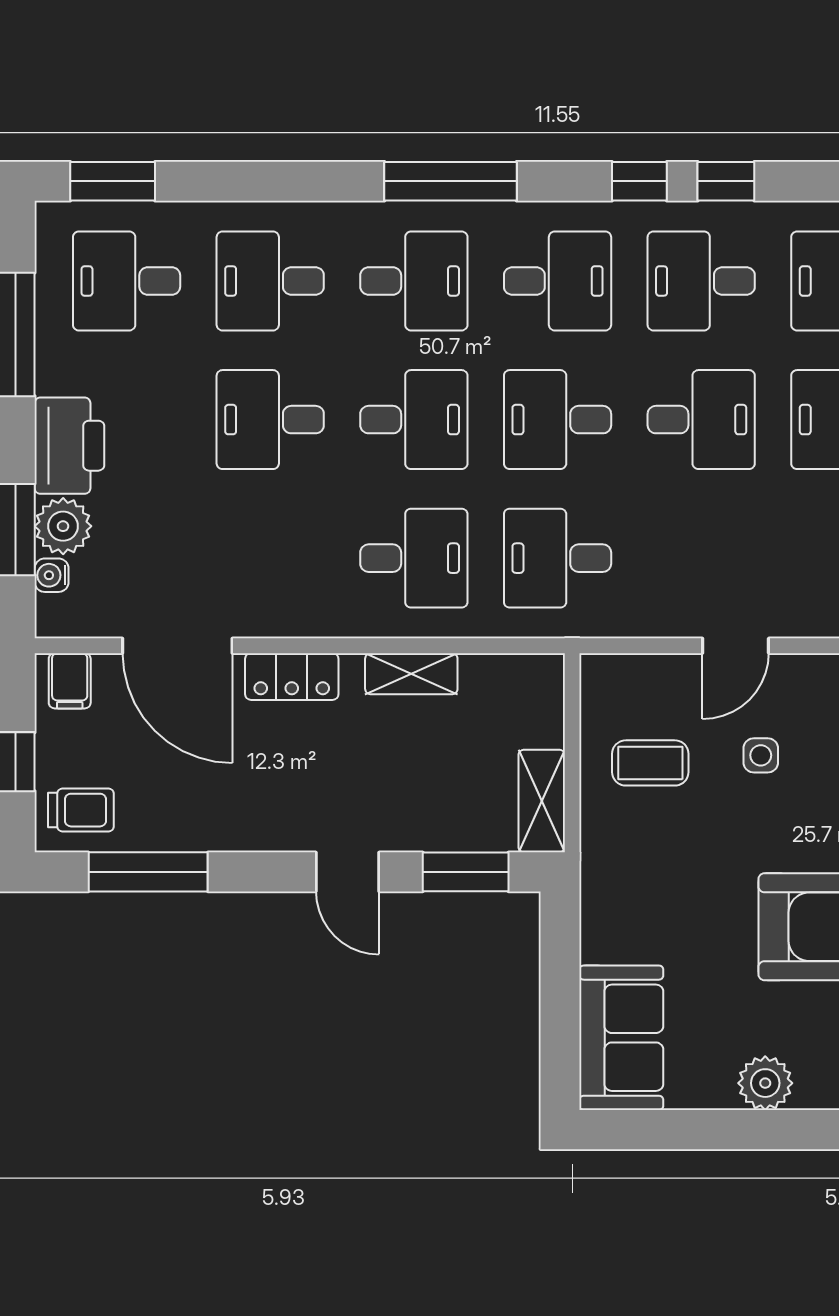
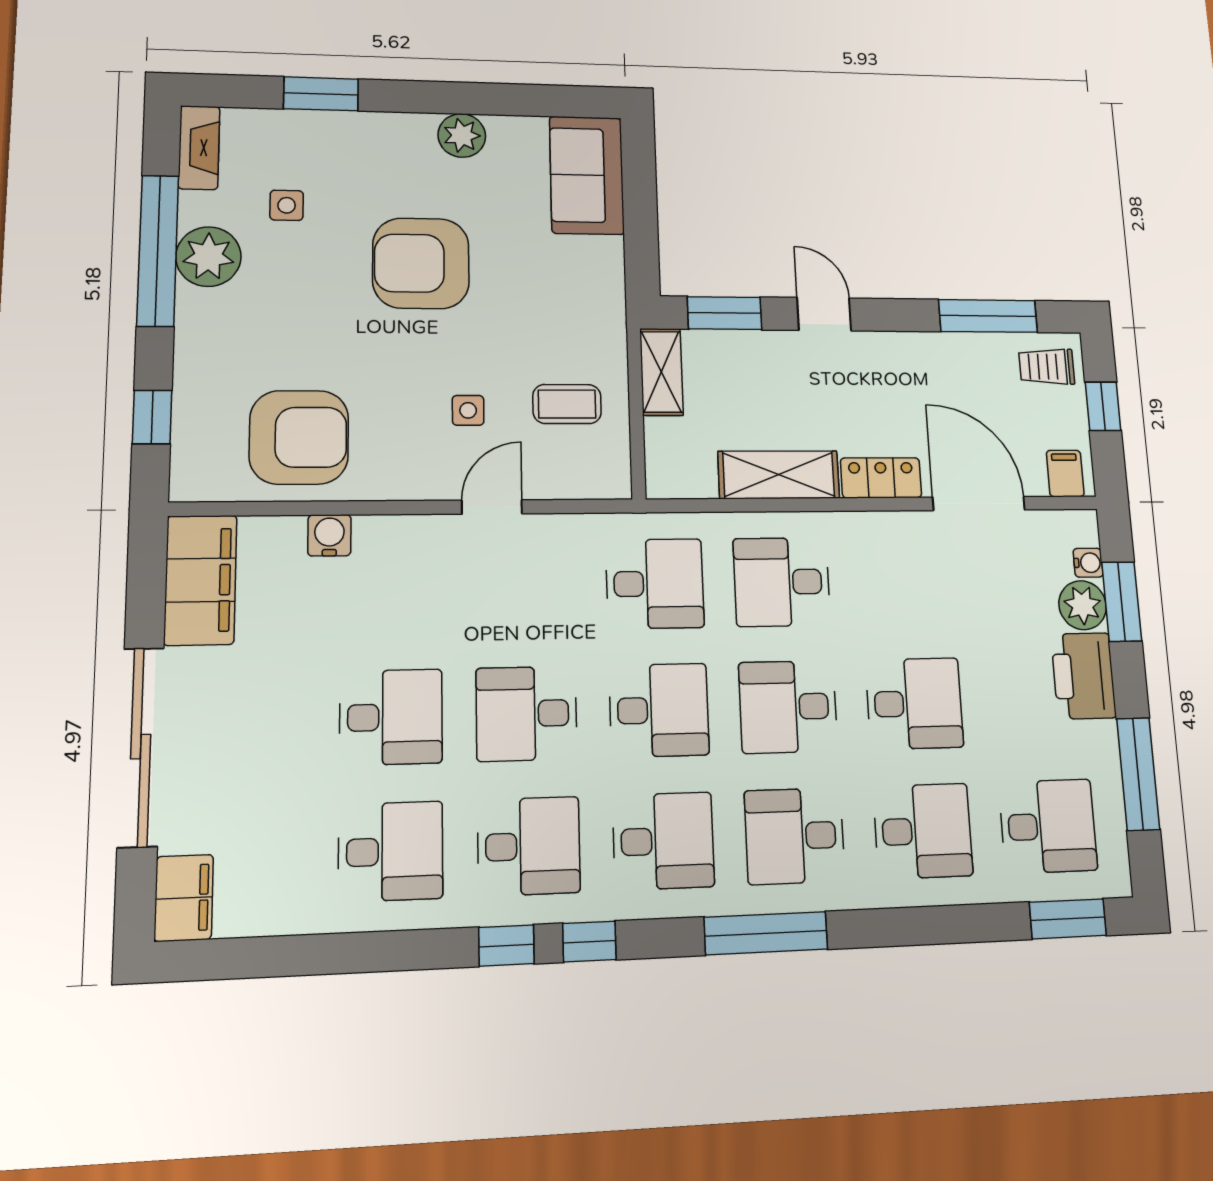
desk: (558, 281) -> (663, 841), turned 180
shelving: (411, 674) -> (779, 475), width x1.50, depth x1.33

